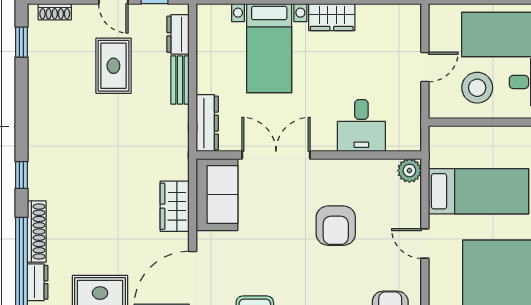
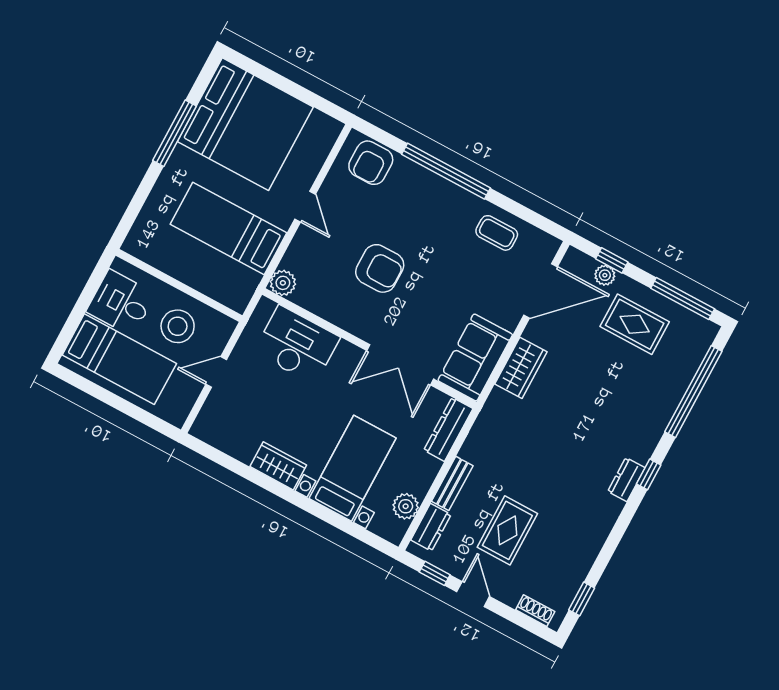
plant: (208, 40) -> (406, 506), added
desk: (361, 126) -> (297, 345), width x1.37
armchair: (336, 226) -> (380, 268), turned 90
shoe rack: (37, 232) -> (663, 414), removed
dresser: (38, 282) -> (626, 480), moved

